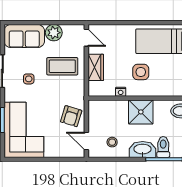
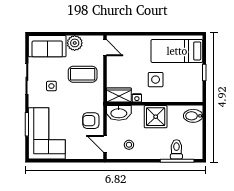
wardrobe: (96, 67) -> (119, 95), moved, turned -90
armchair: (71, 116) -> (91, 121), turned 73
washbasin: (143, 149) -> (119, 113), moved, turned 180

